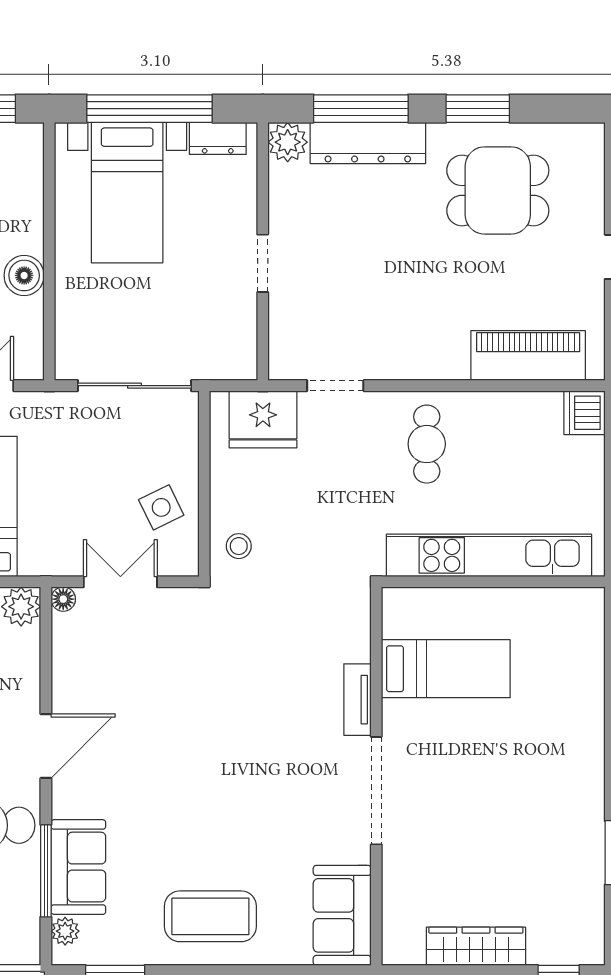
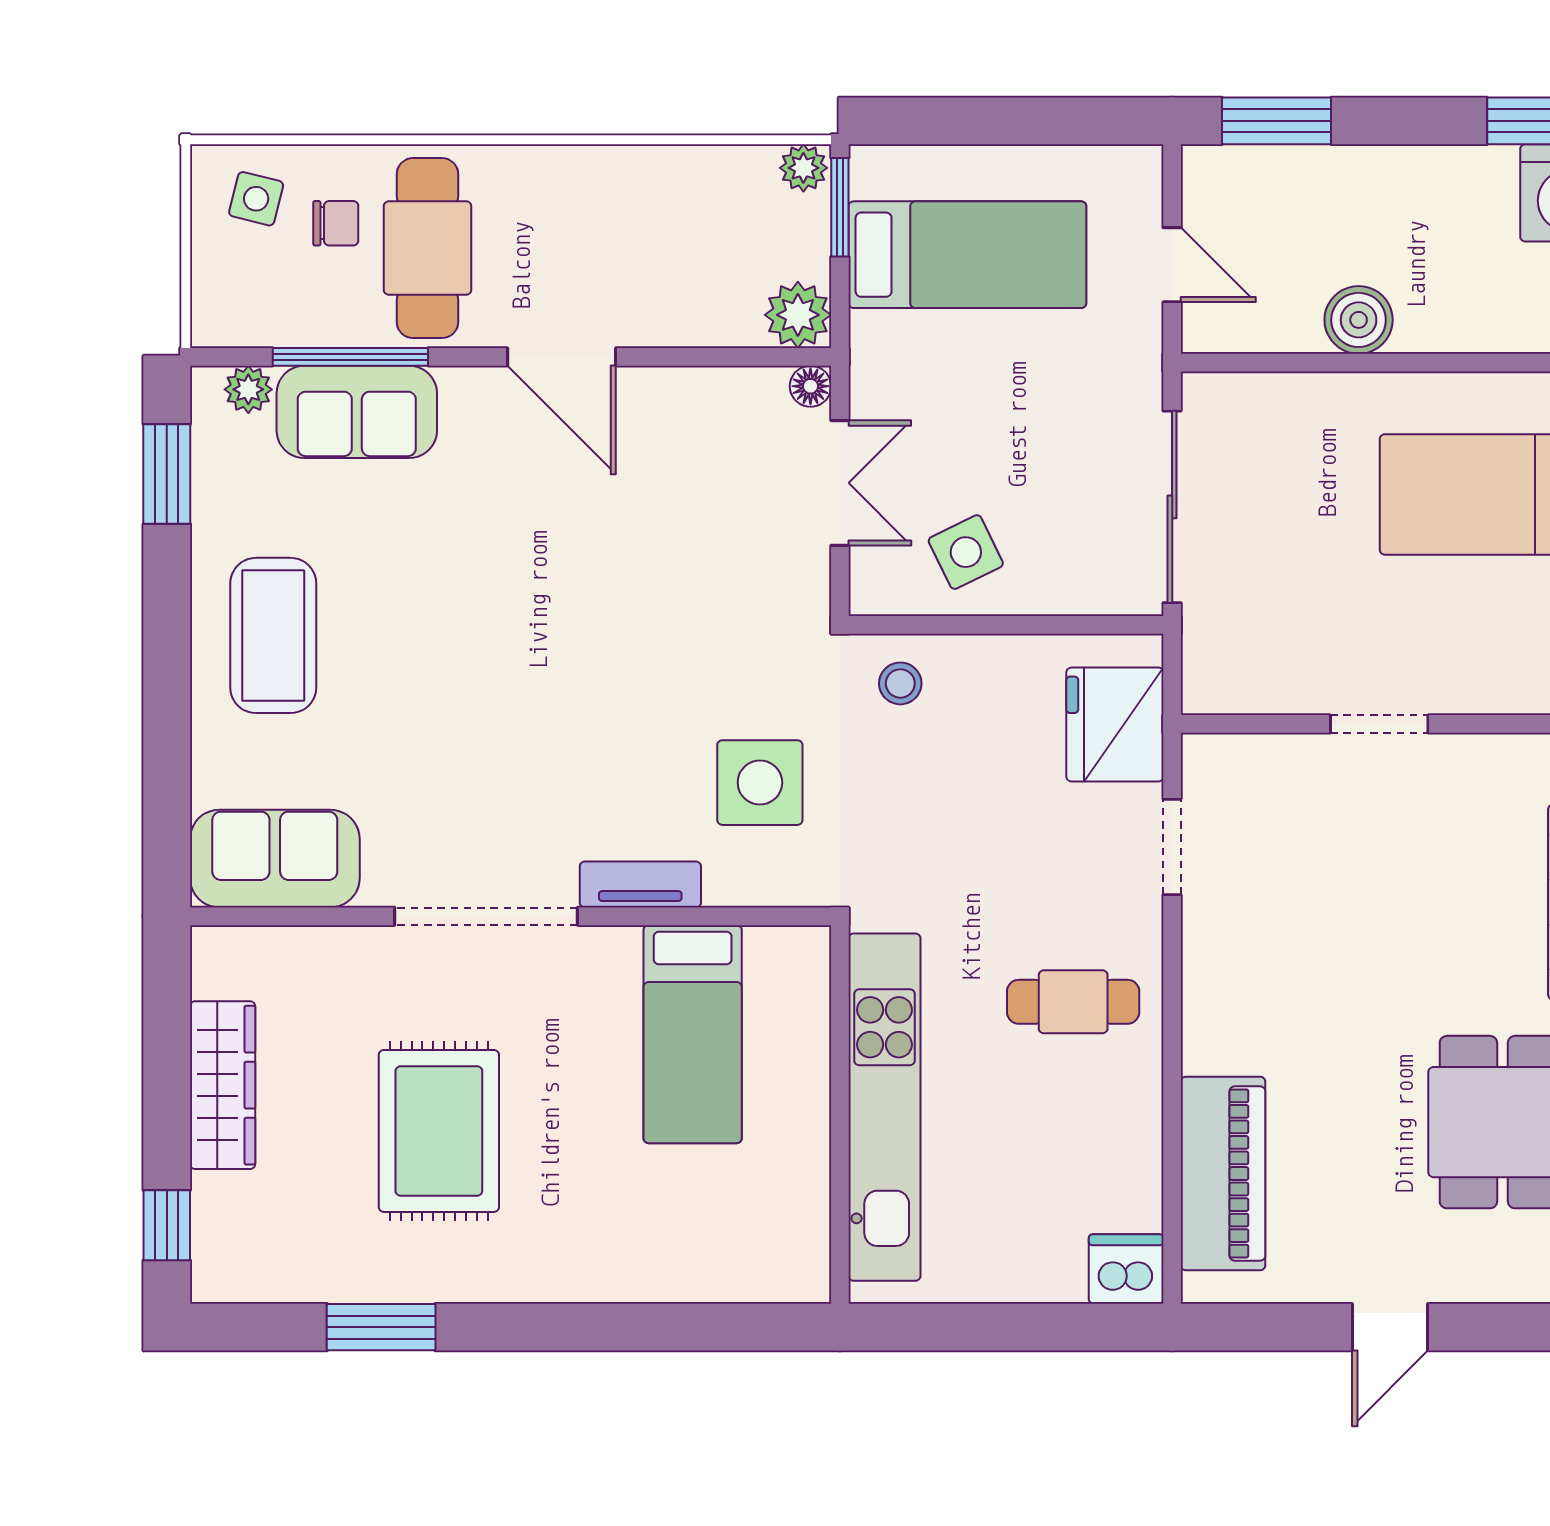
side table: (297, 629) -> (760, 783), added
rug: (503, 819) -> (439, 1131), added

